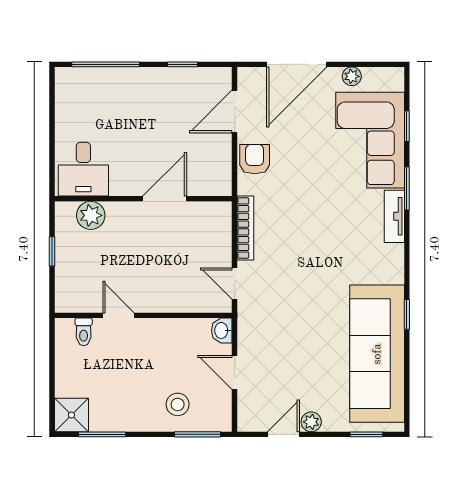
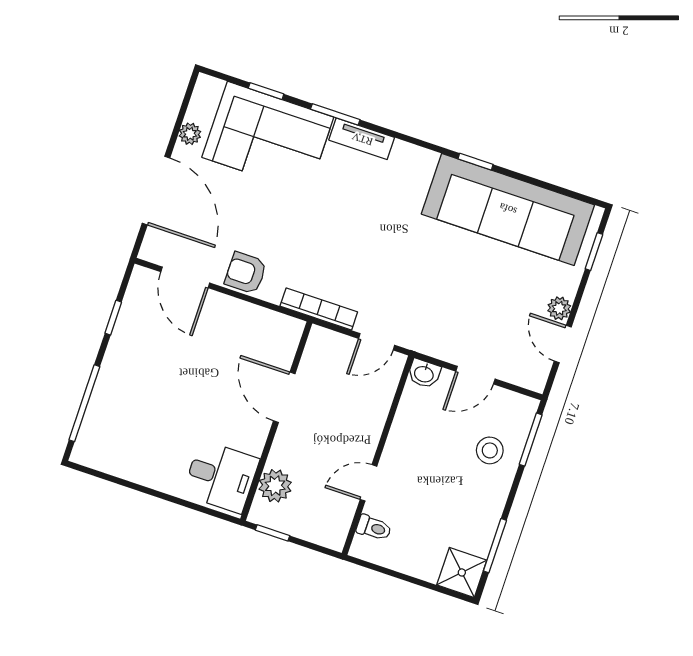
desk: (83, 169) -> (221, 477), moved
wall: (143, 199) -> (276, 421), moved
door: (165, 199) -> (284, 397), moved
plant: (91, 215) -> (275, 486), moved

